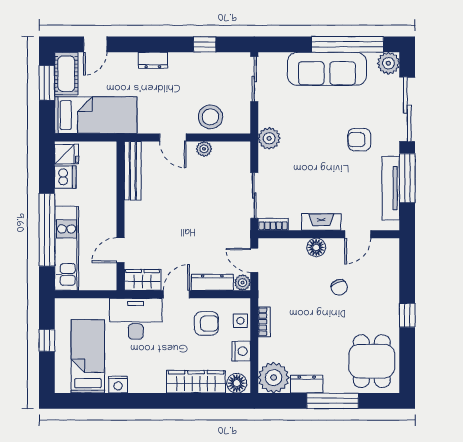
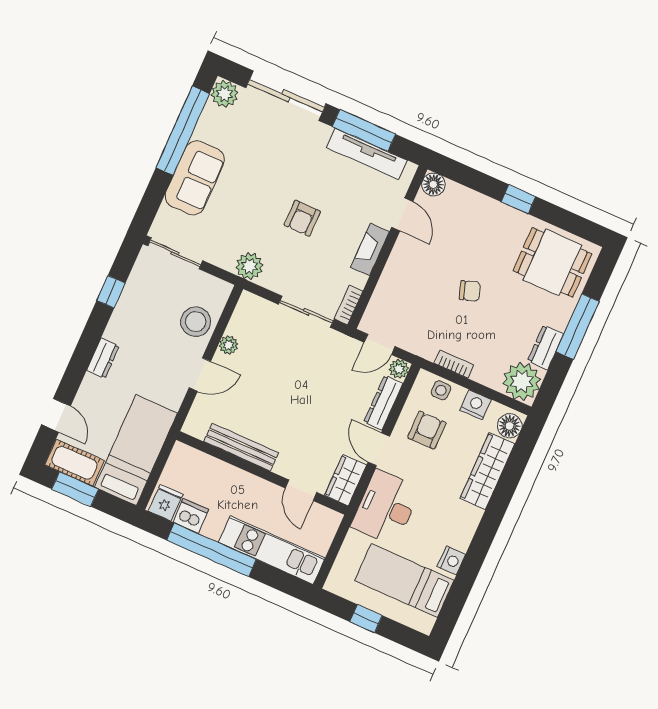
sofa: (327, 69) -> (195, 178), width x0.73
armchair: (359, 140) -> (302, 218), moved
bench: (133, 171) -> (241, 447), moved
window: (47, 230) -> (211, 550), moved
floor lamp: (316, 247) -> (433, 184), moved
chair: (339, 287) -> (470, 291), moved

